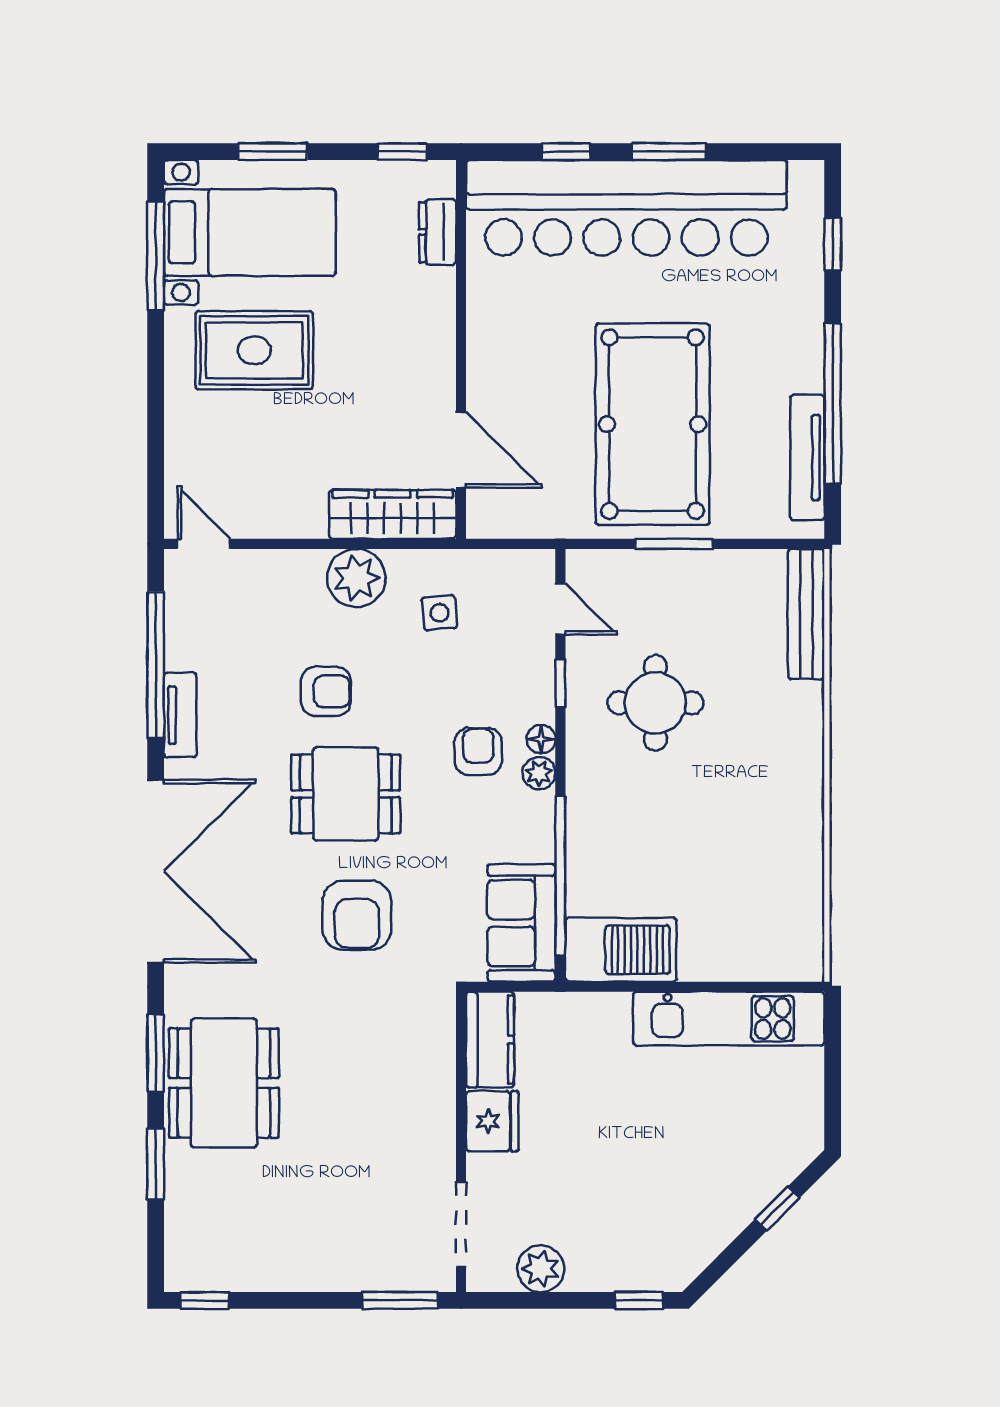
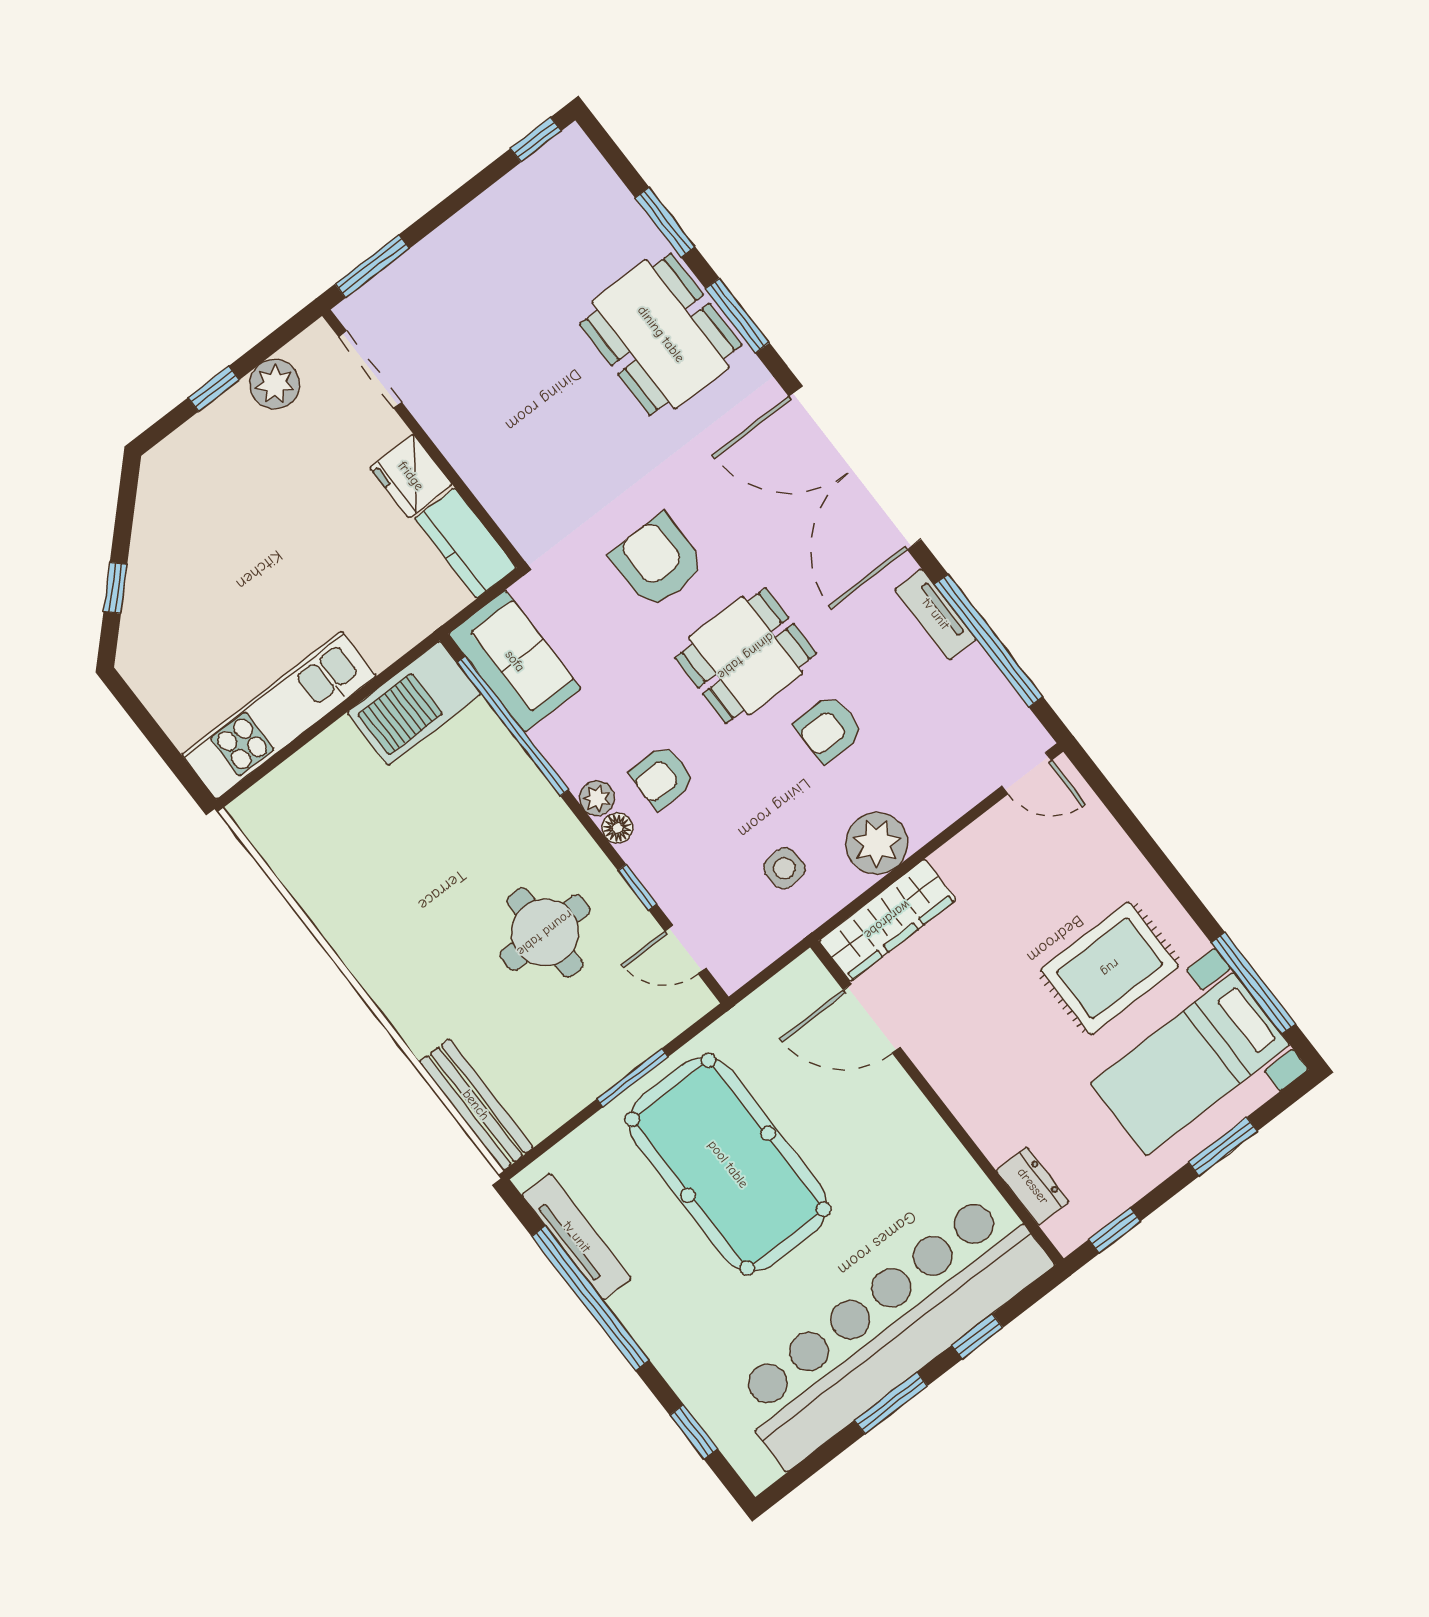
armchair: (478, 751) -> (662, 777), turned 90
window: (639, 1300) -> (214, 389), moved

